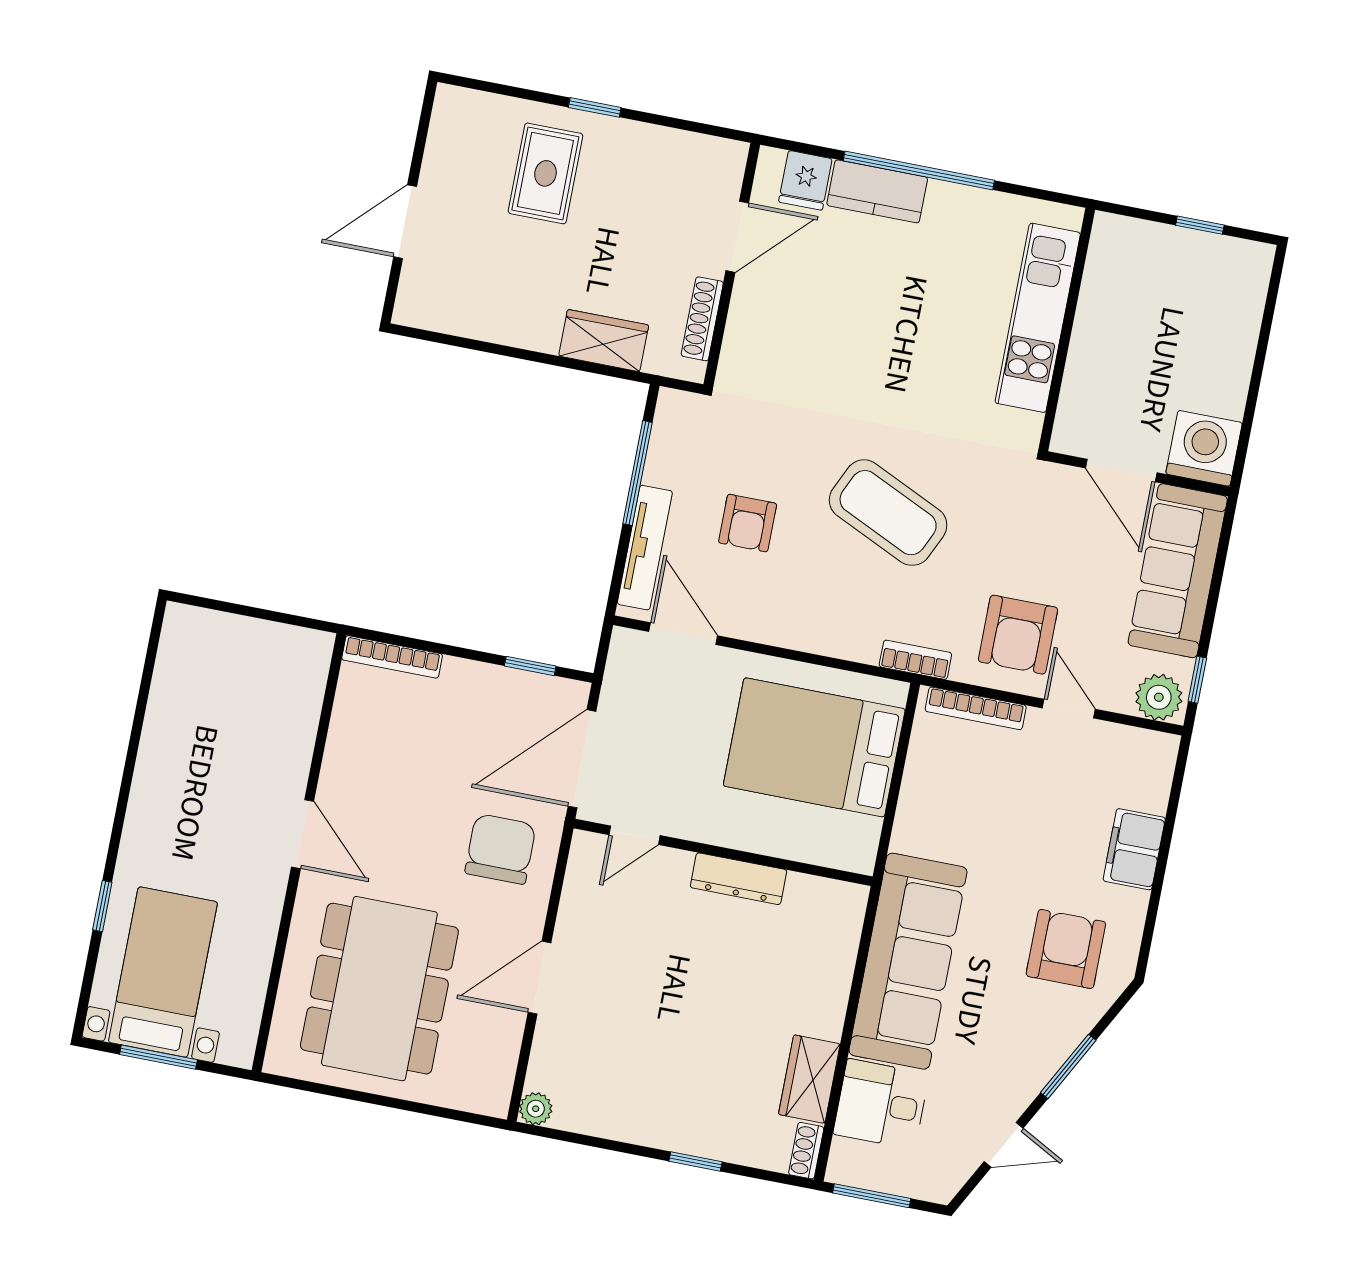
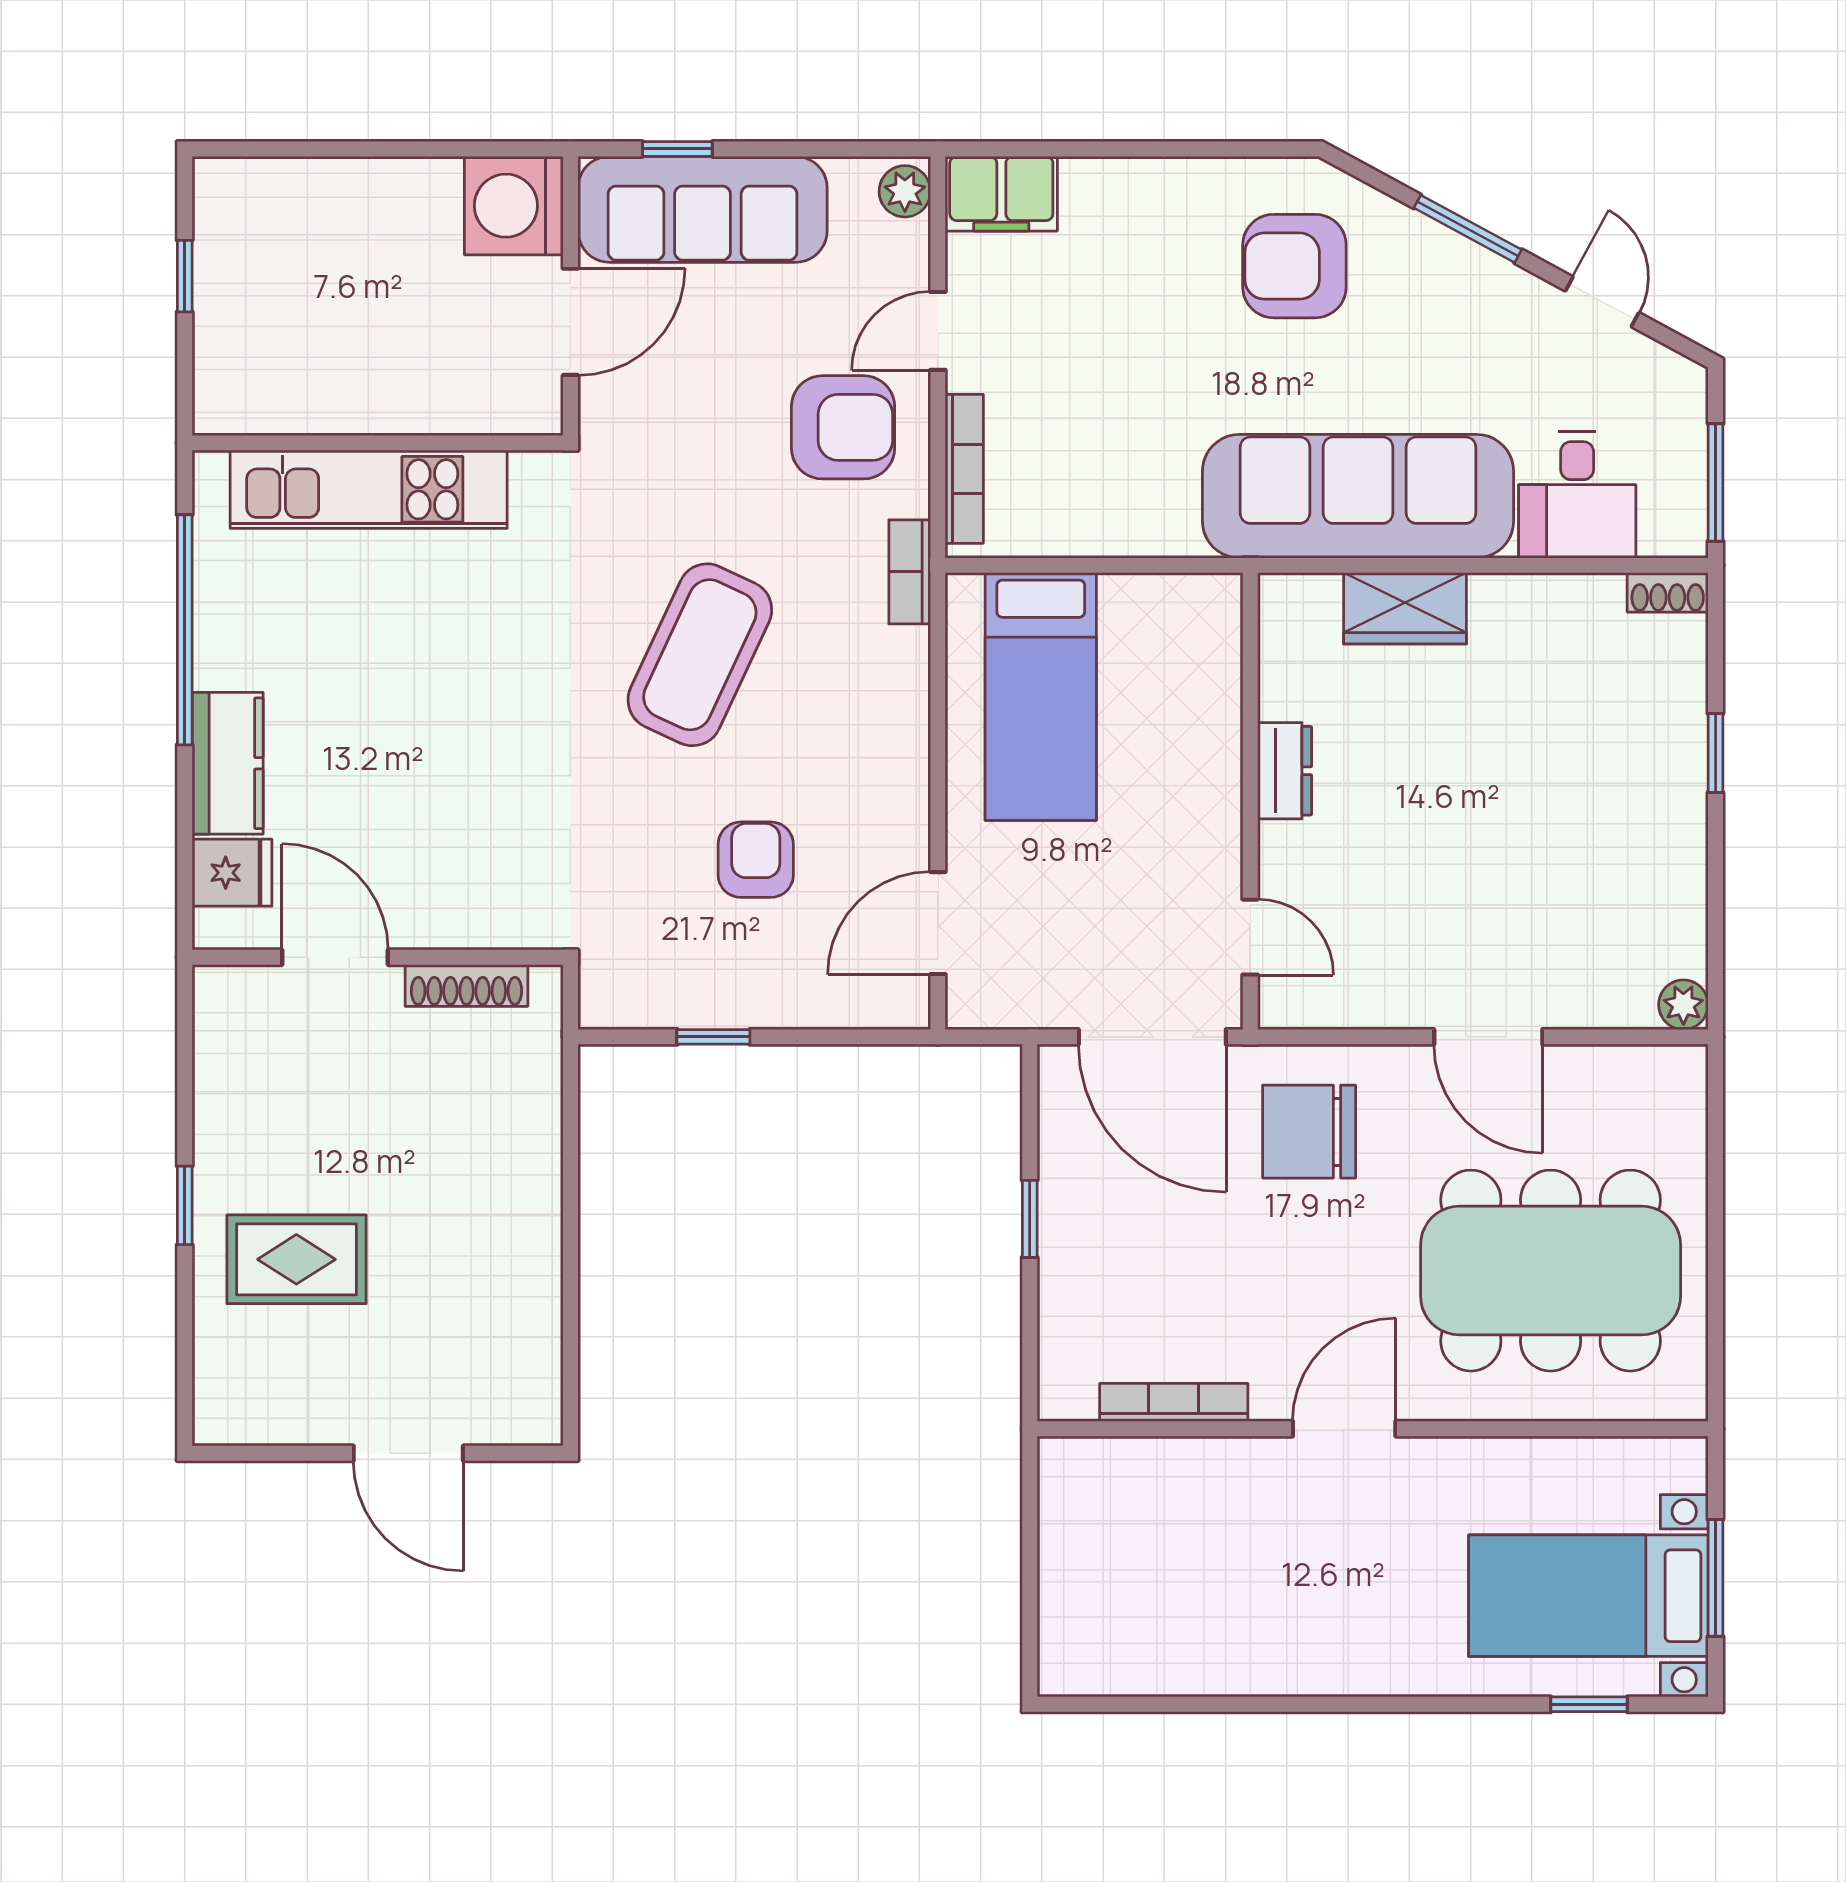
window: (919, 170) -> (185, 630), moved
wardrobe: (604, 340) -> (527, 1125), removed
window: (638, 473) -> (713, 1037), width x0.46
armchair: (748, 523) -> (756, 860), turned -90
tv unit: (645, 548) -> (822, 1005), removed
bookcase: (392, 657) -> (1174, 1402), moved, turned -90
window: (530, 666) -> (1030, 1219), moved
window: (1197, 680) -> (677, 149), moved
plant: (1159, 697) -> (905, 191), width x0.73, depth x0.73
bed: (814, 747) -> (1041, 696), width x0.67
filing cabinet: (1134, 849) -> (1001, 194), moved
dresser: (739, 879) -> (1285, 771), width x0.70
window: (102, 906) -> (1589, 1704), moved
wardrobe: (809, 1079) -> (1405, 608), moved

